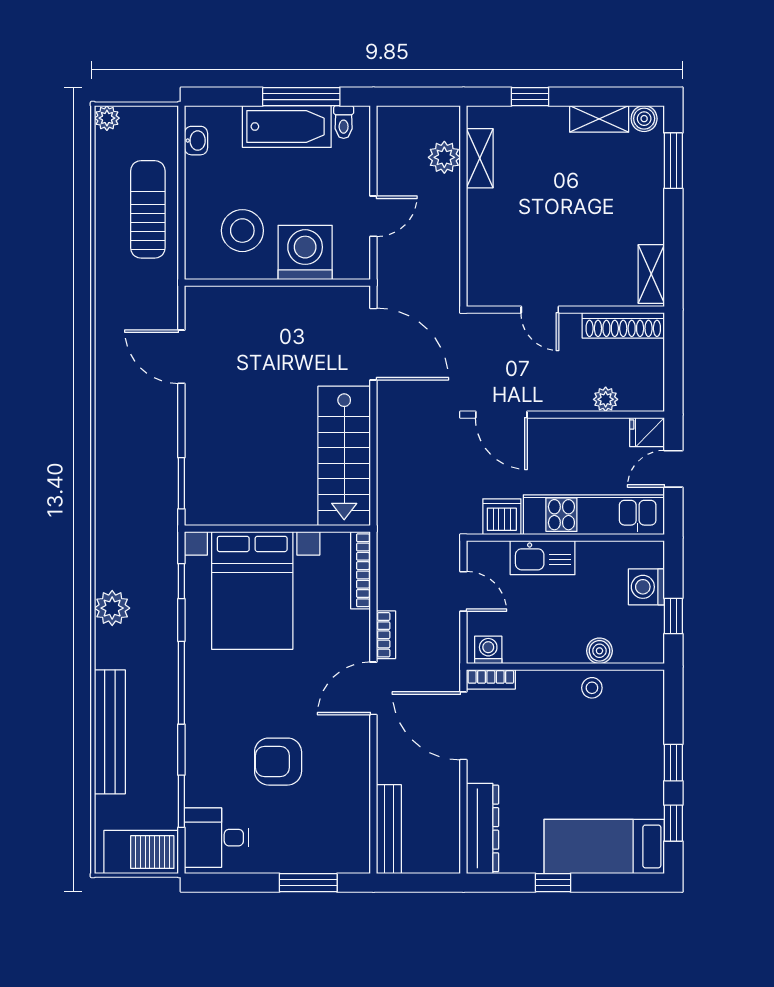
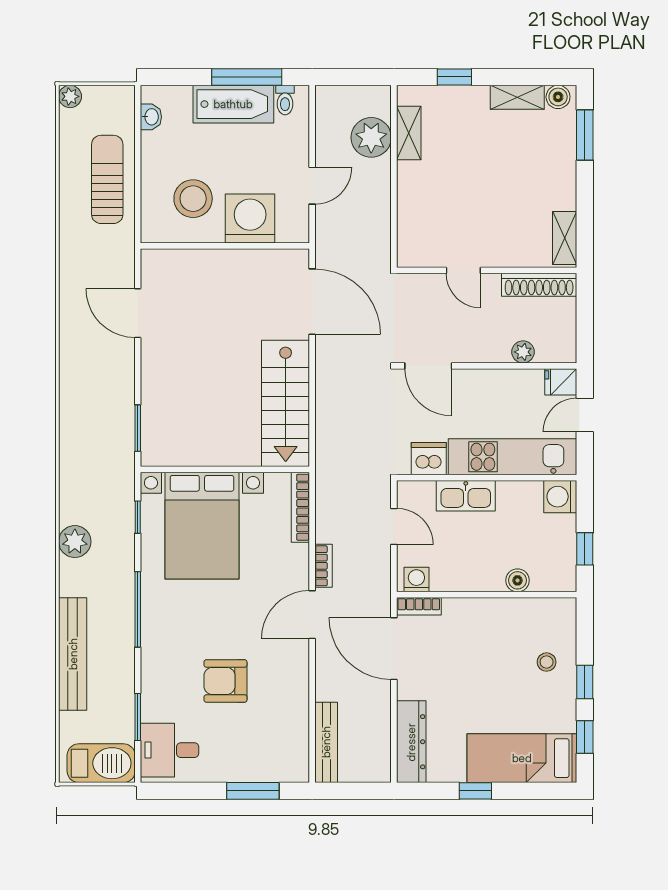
plant: (444, 157) -> (371, 137), width x1.36, depth x1.36
washing machine: (646, 587) -> (560, 497), moved
stool: (592, 688) -> (547, 662), moved

